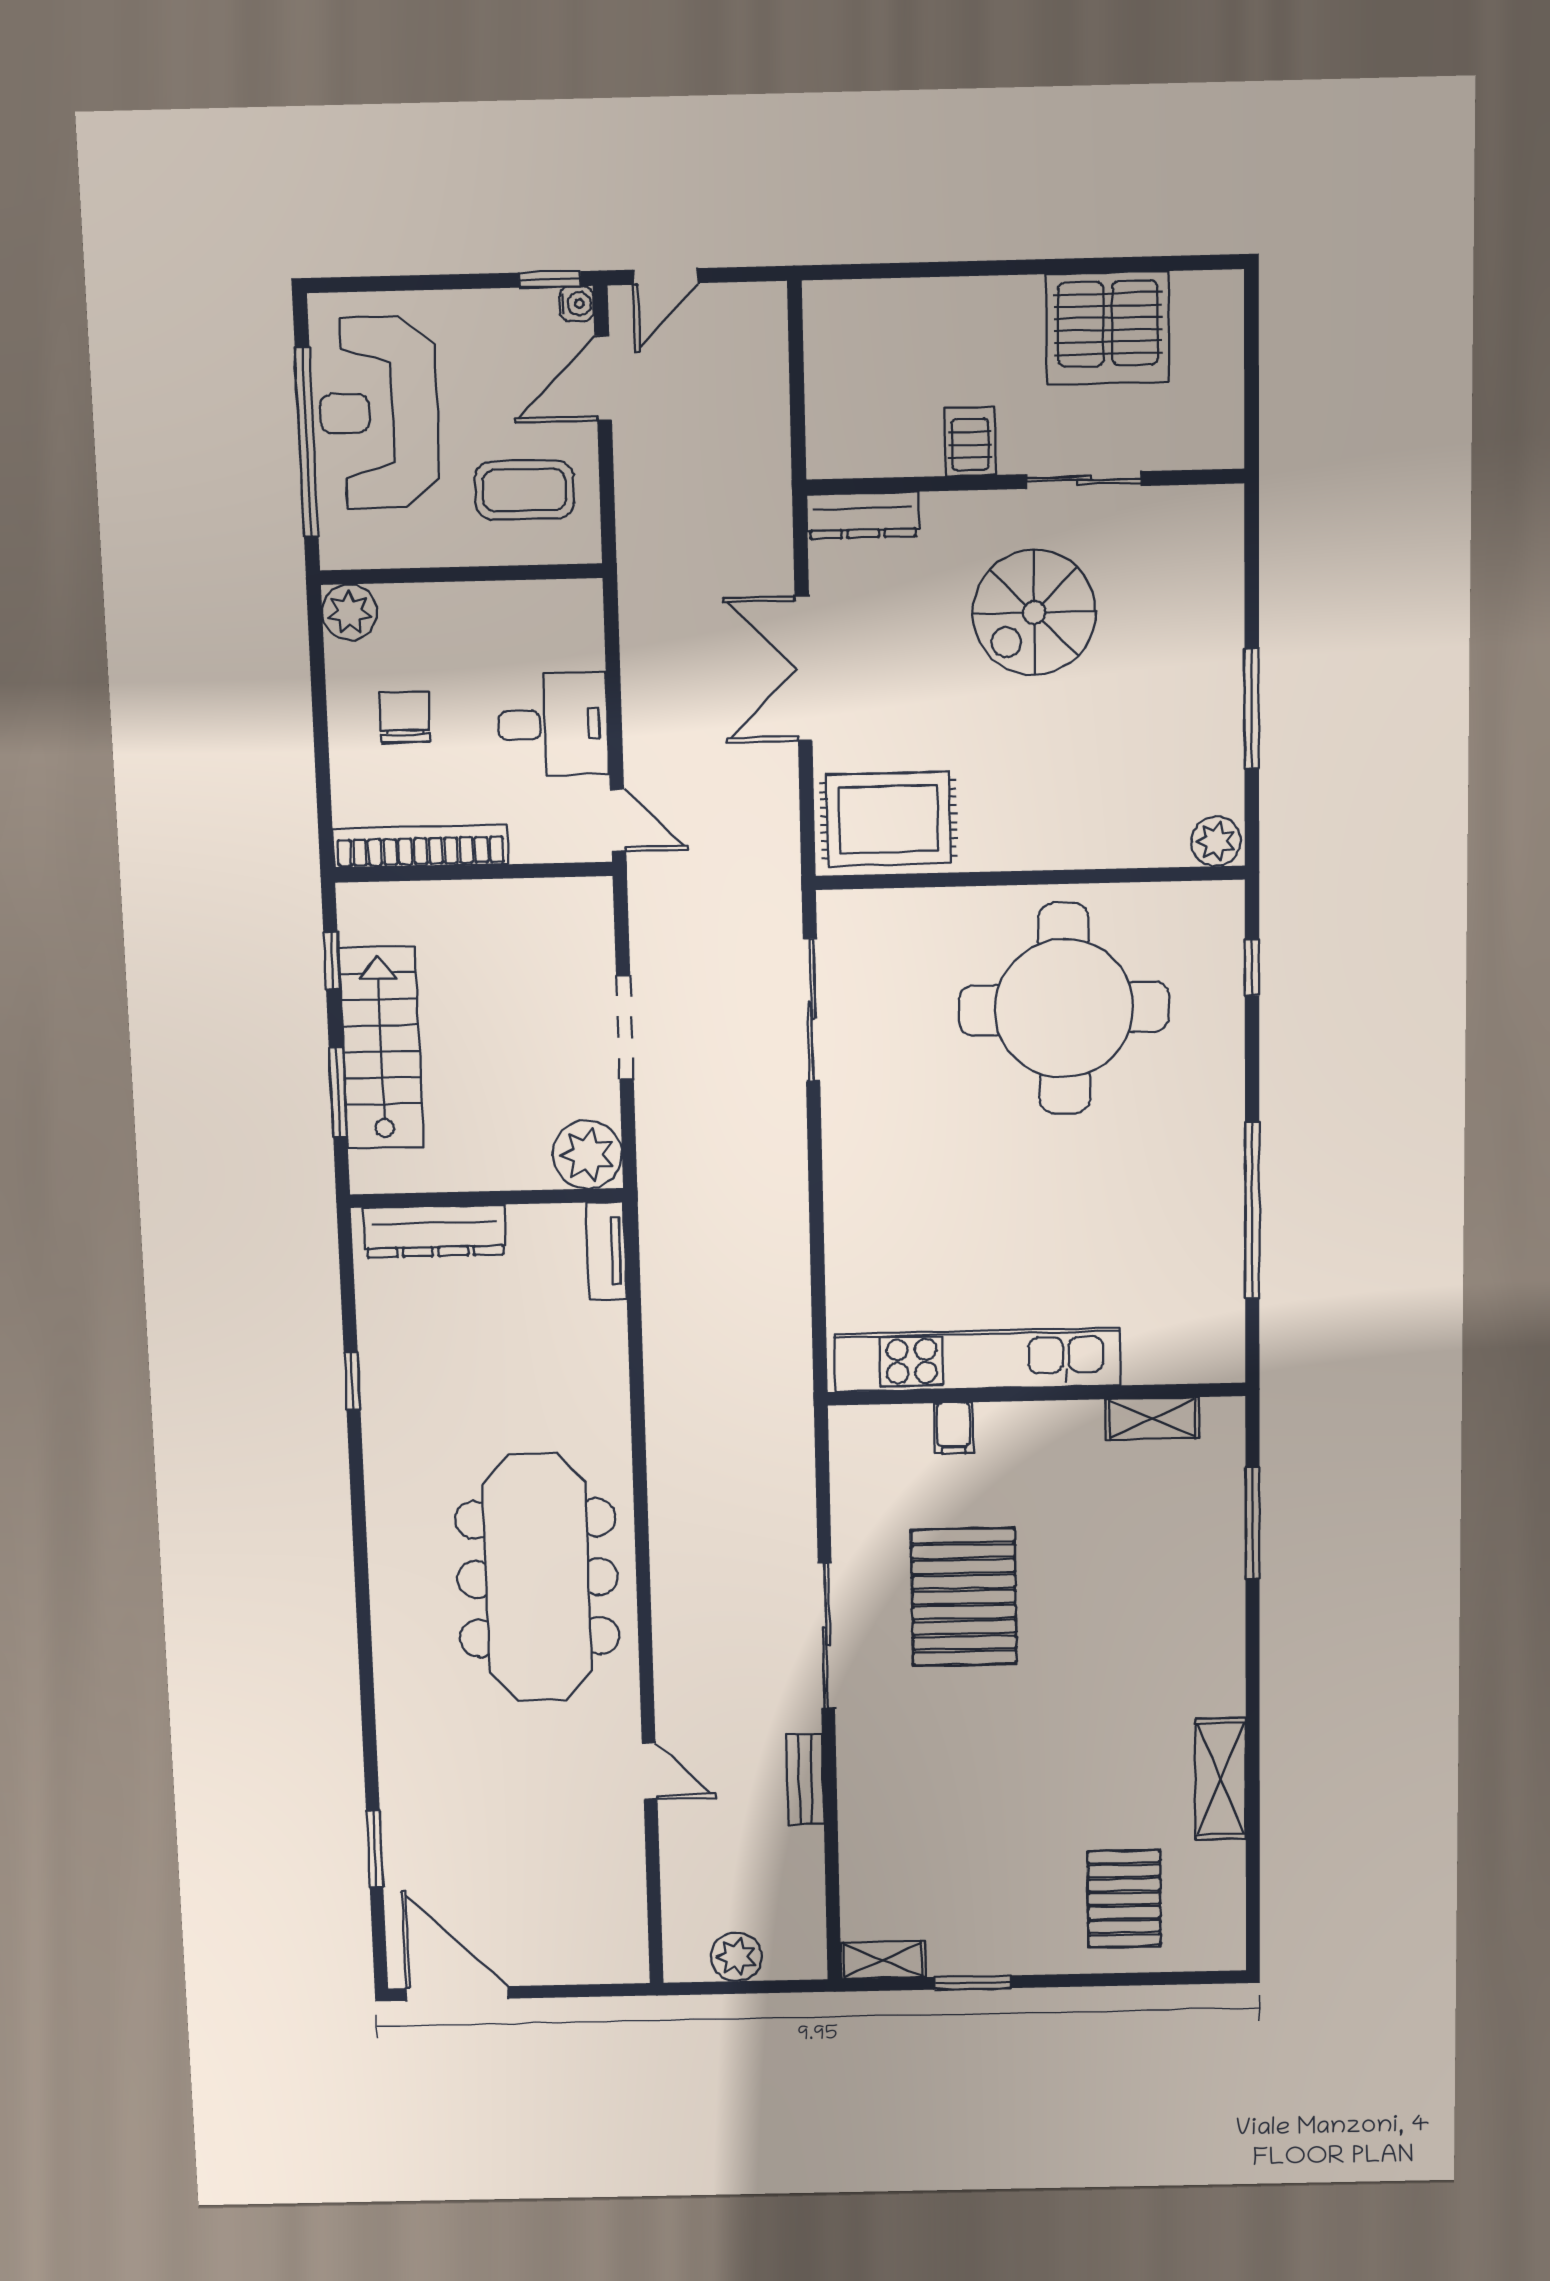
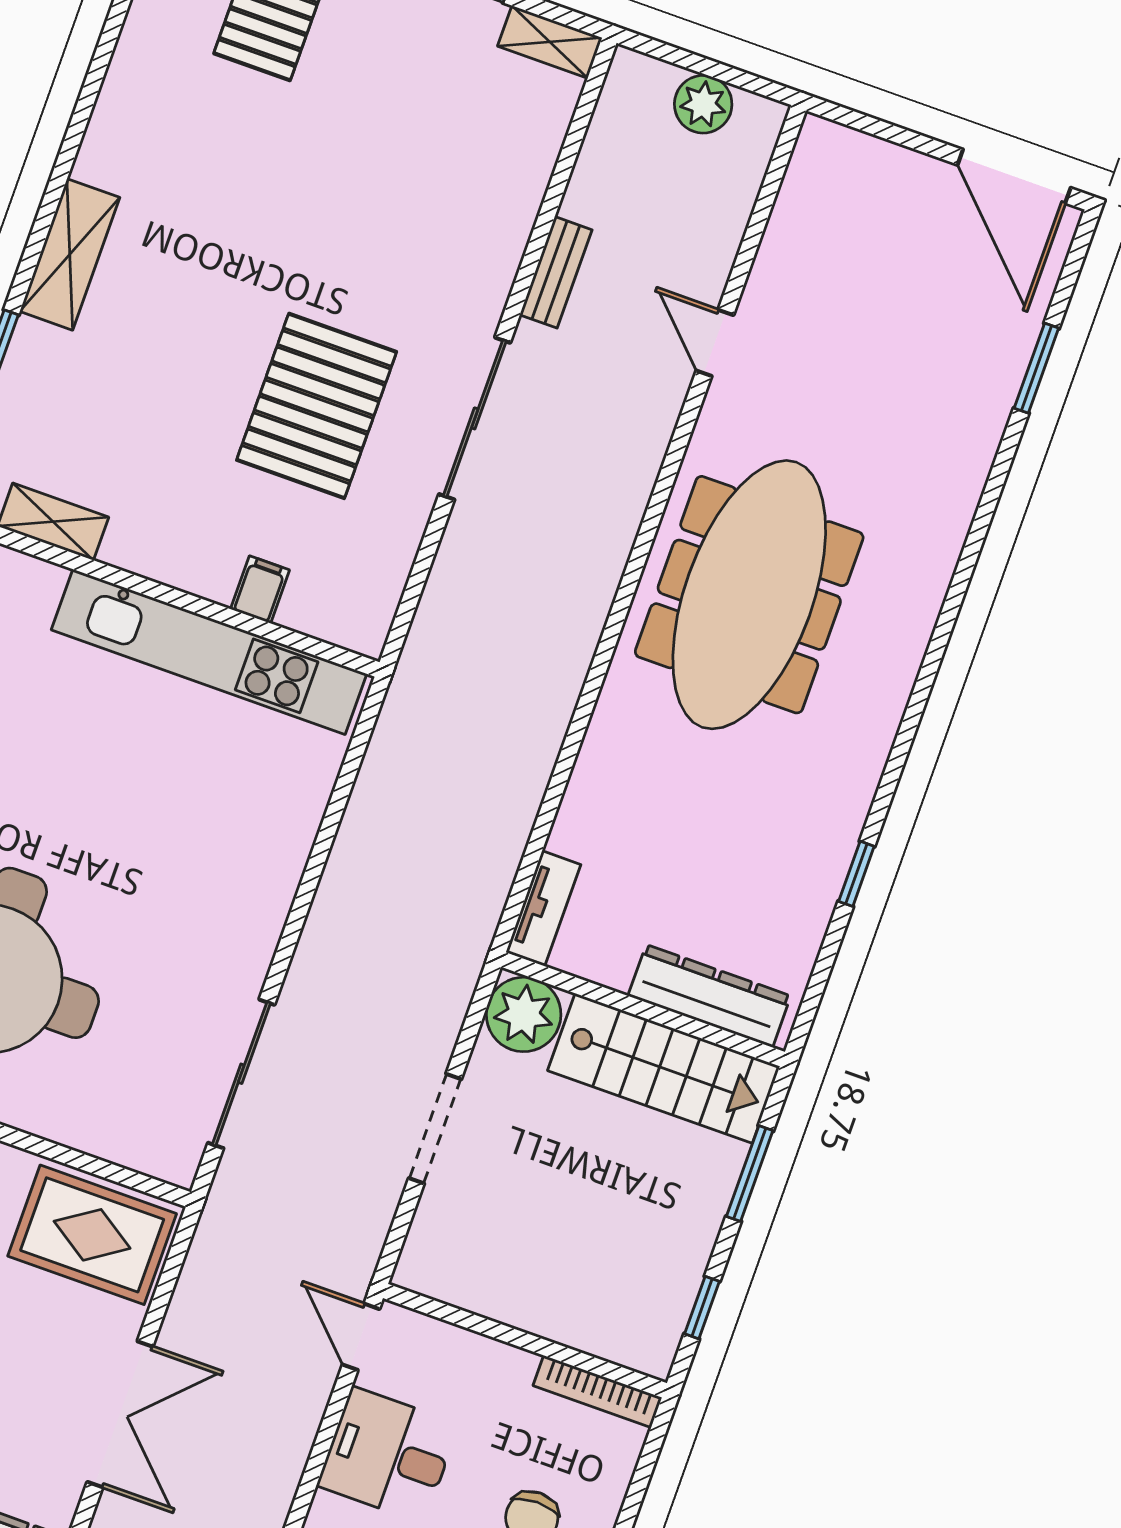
bookcase: (421, 846) -> (597, 1392), width x0.68, depth x0.76
stairs: (381, 1048) -> (664, 1068), moved, turned -90
shelving: (1221, 1779) -> (70, 254), moved

